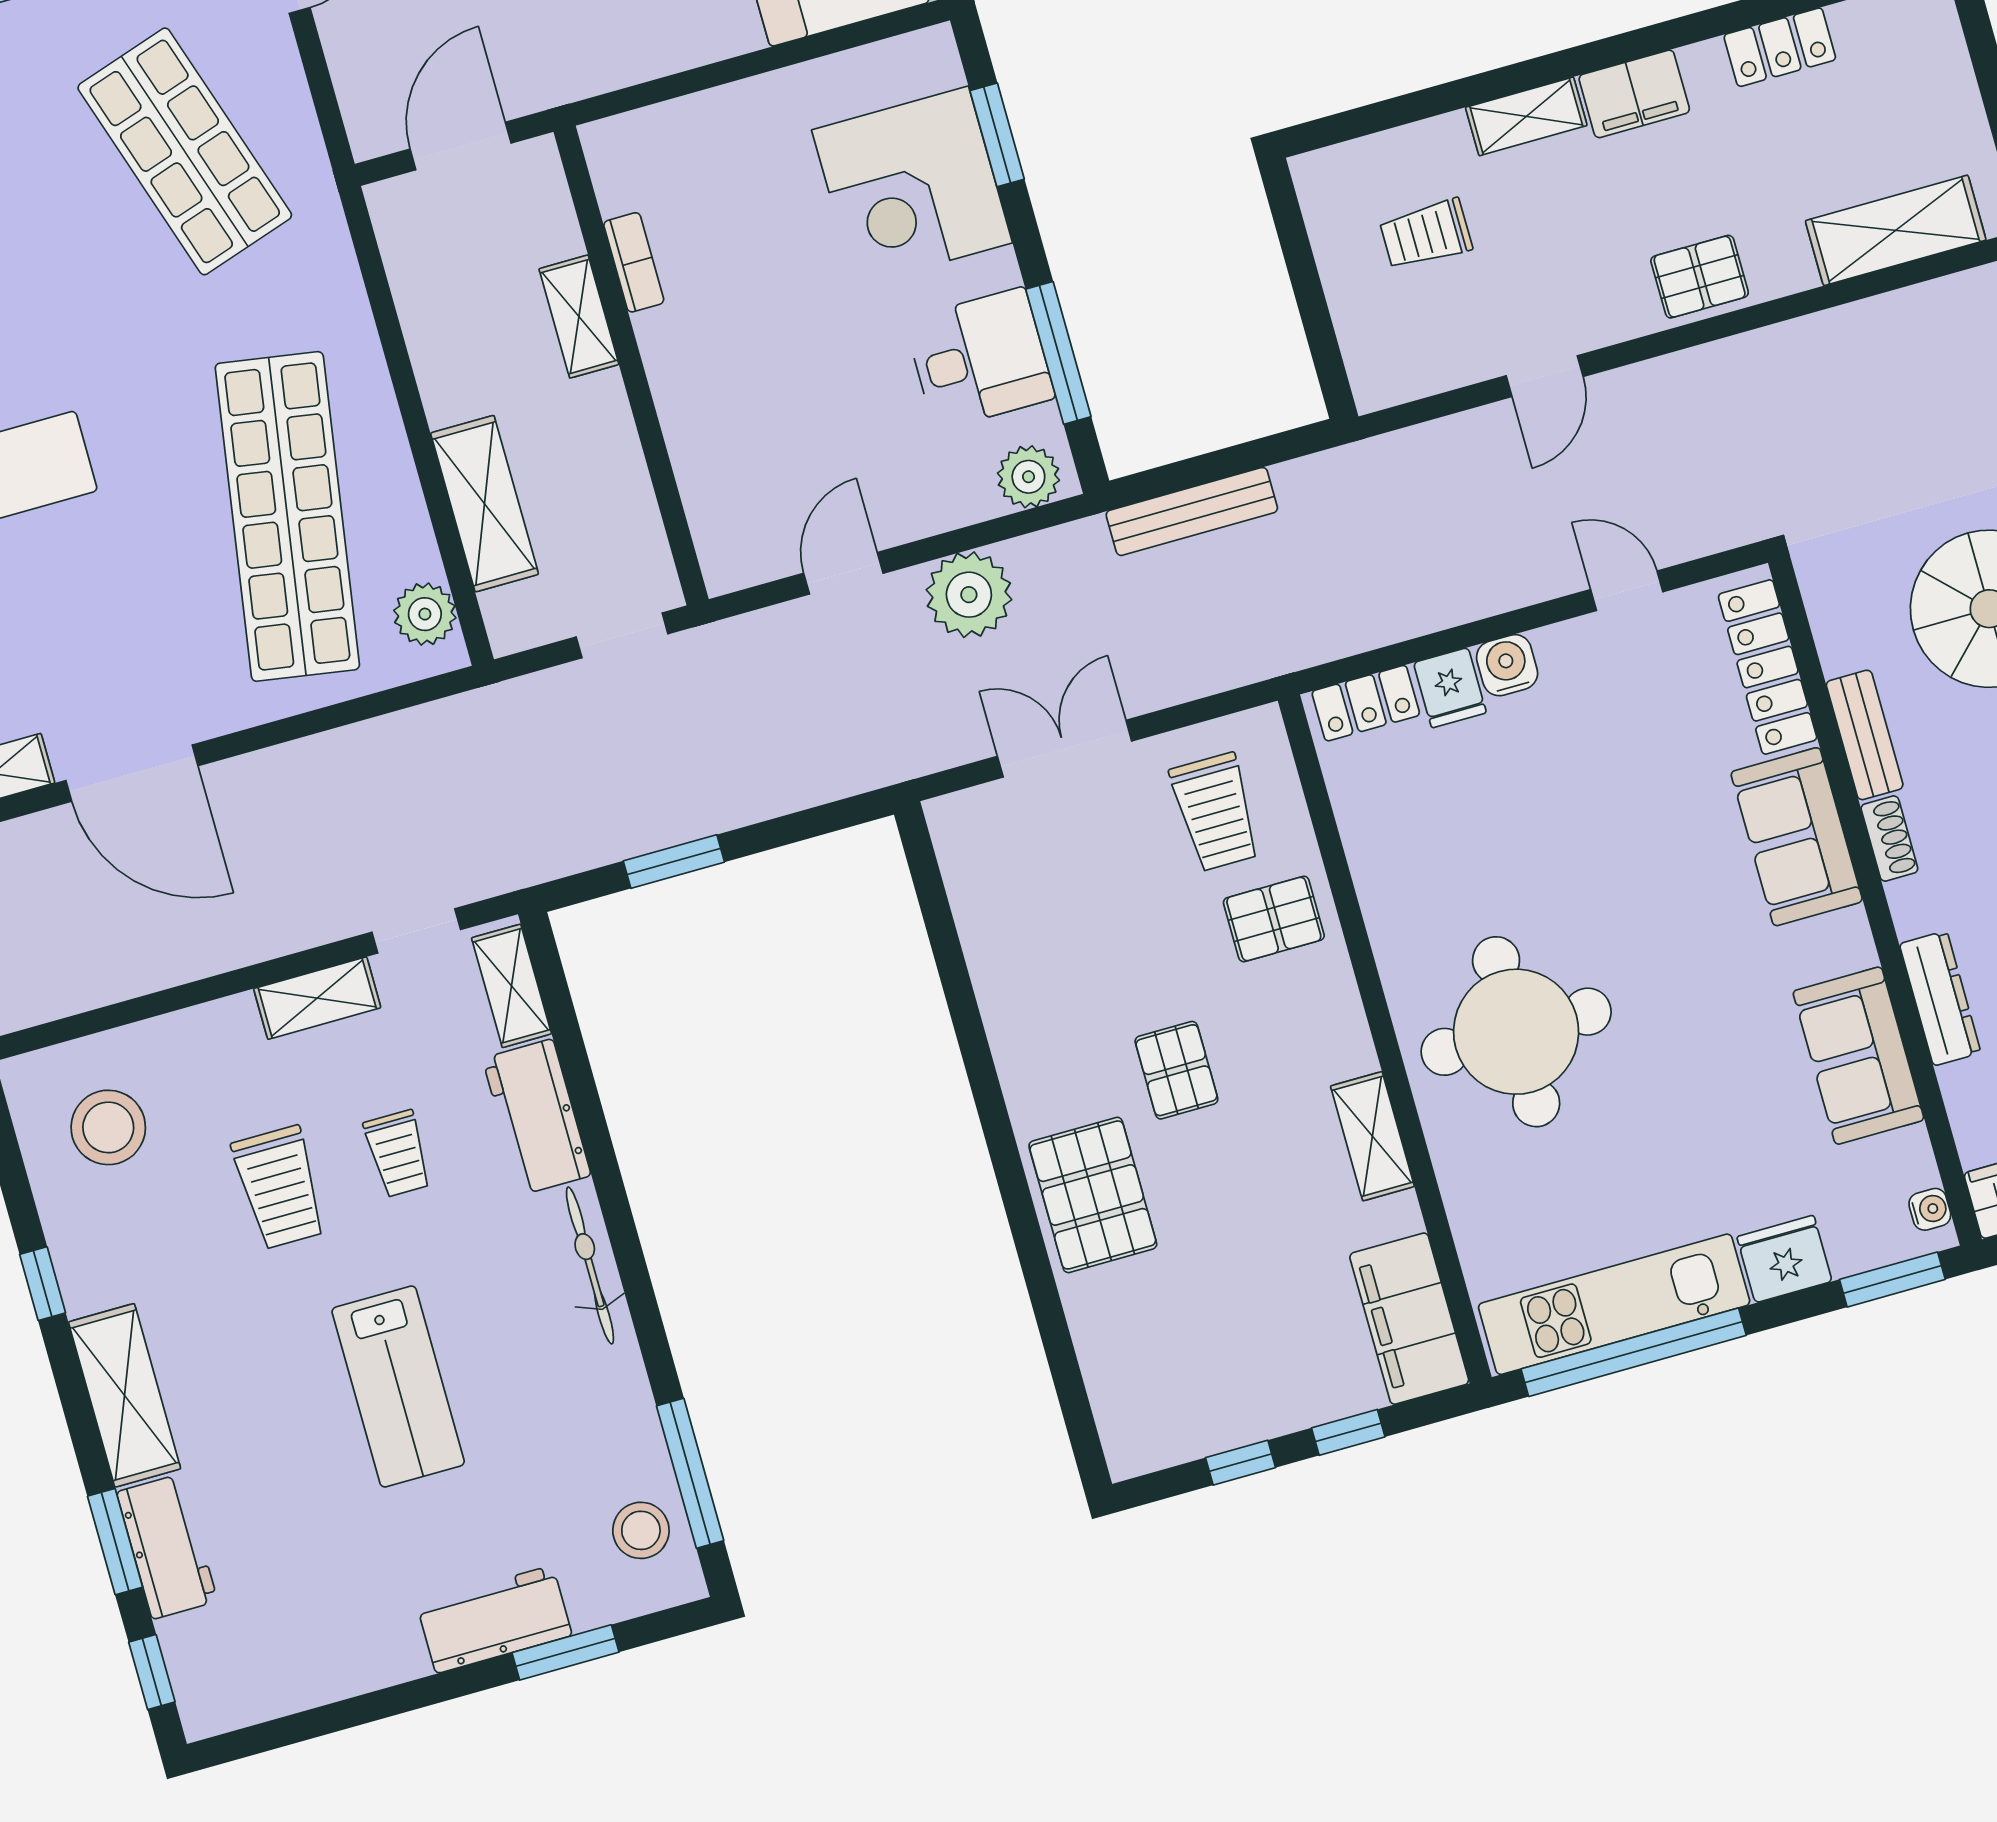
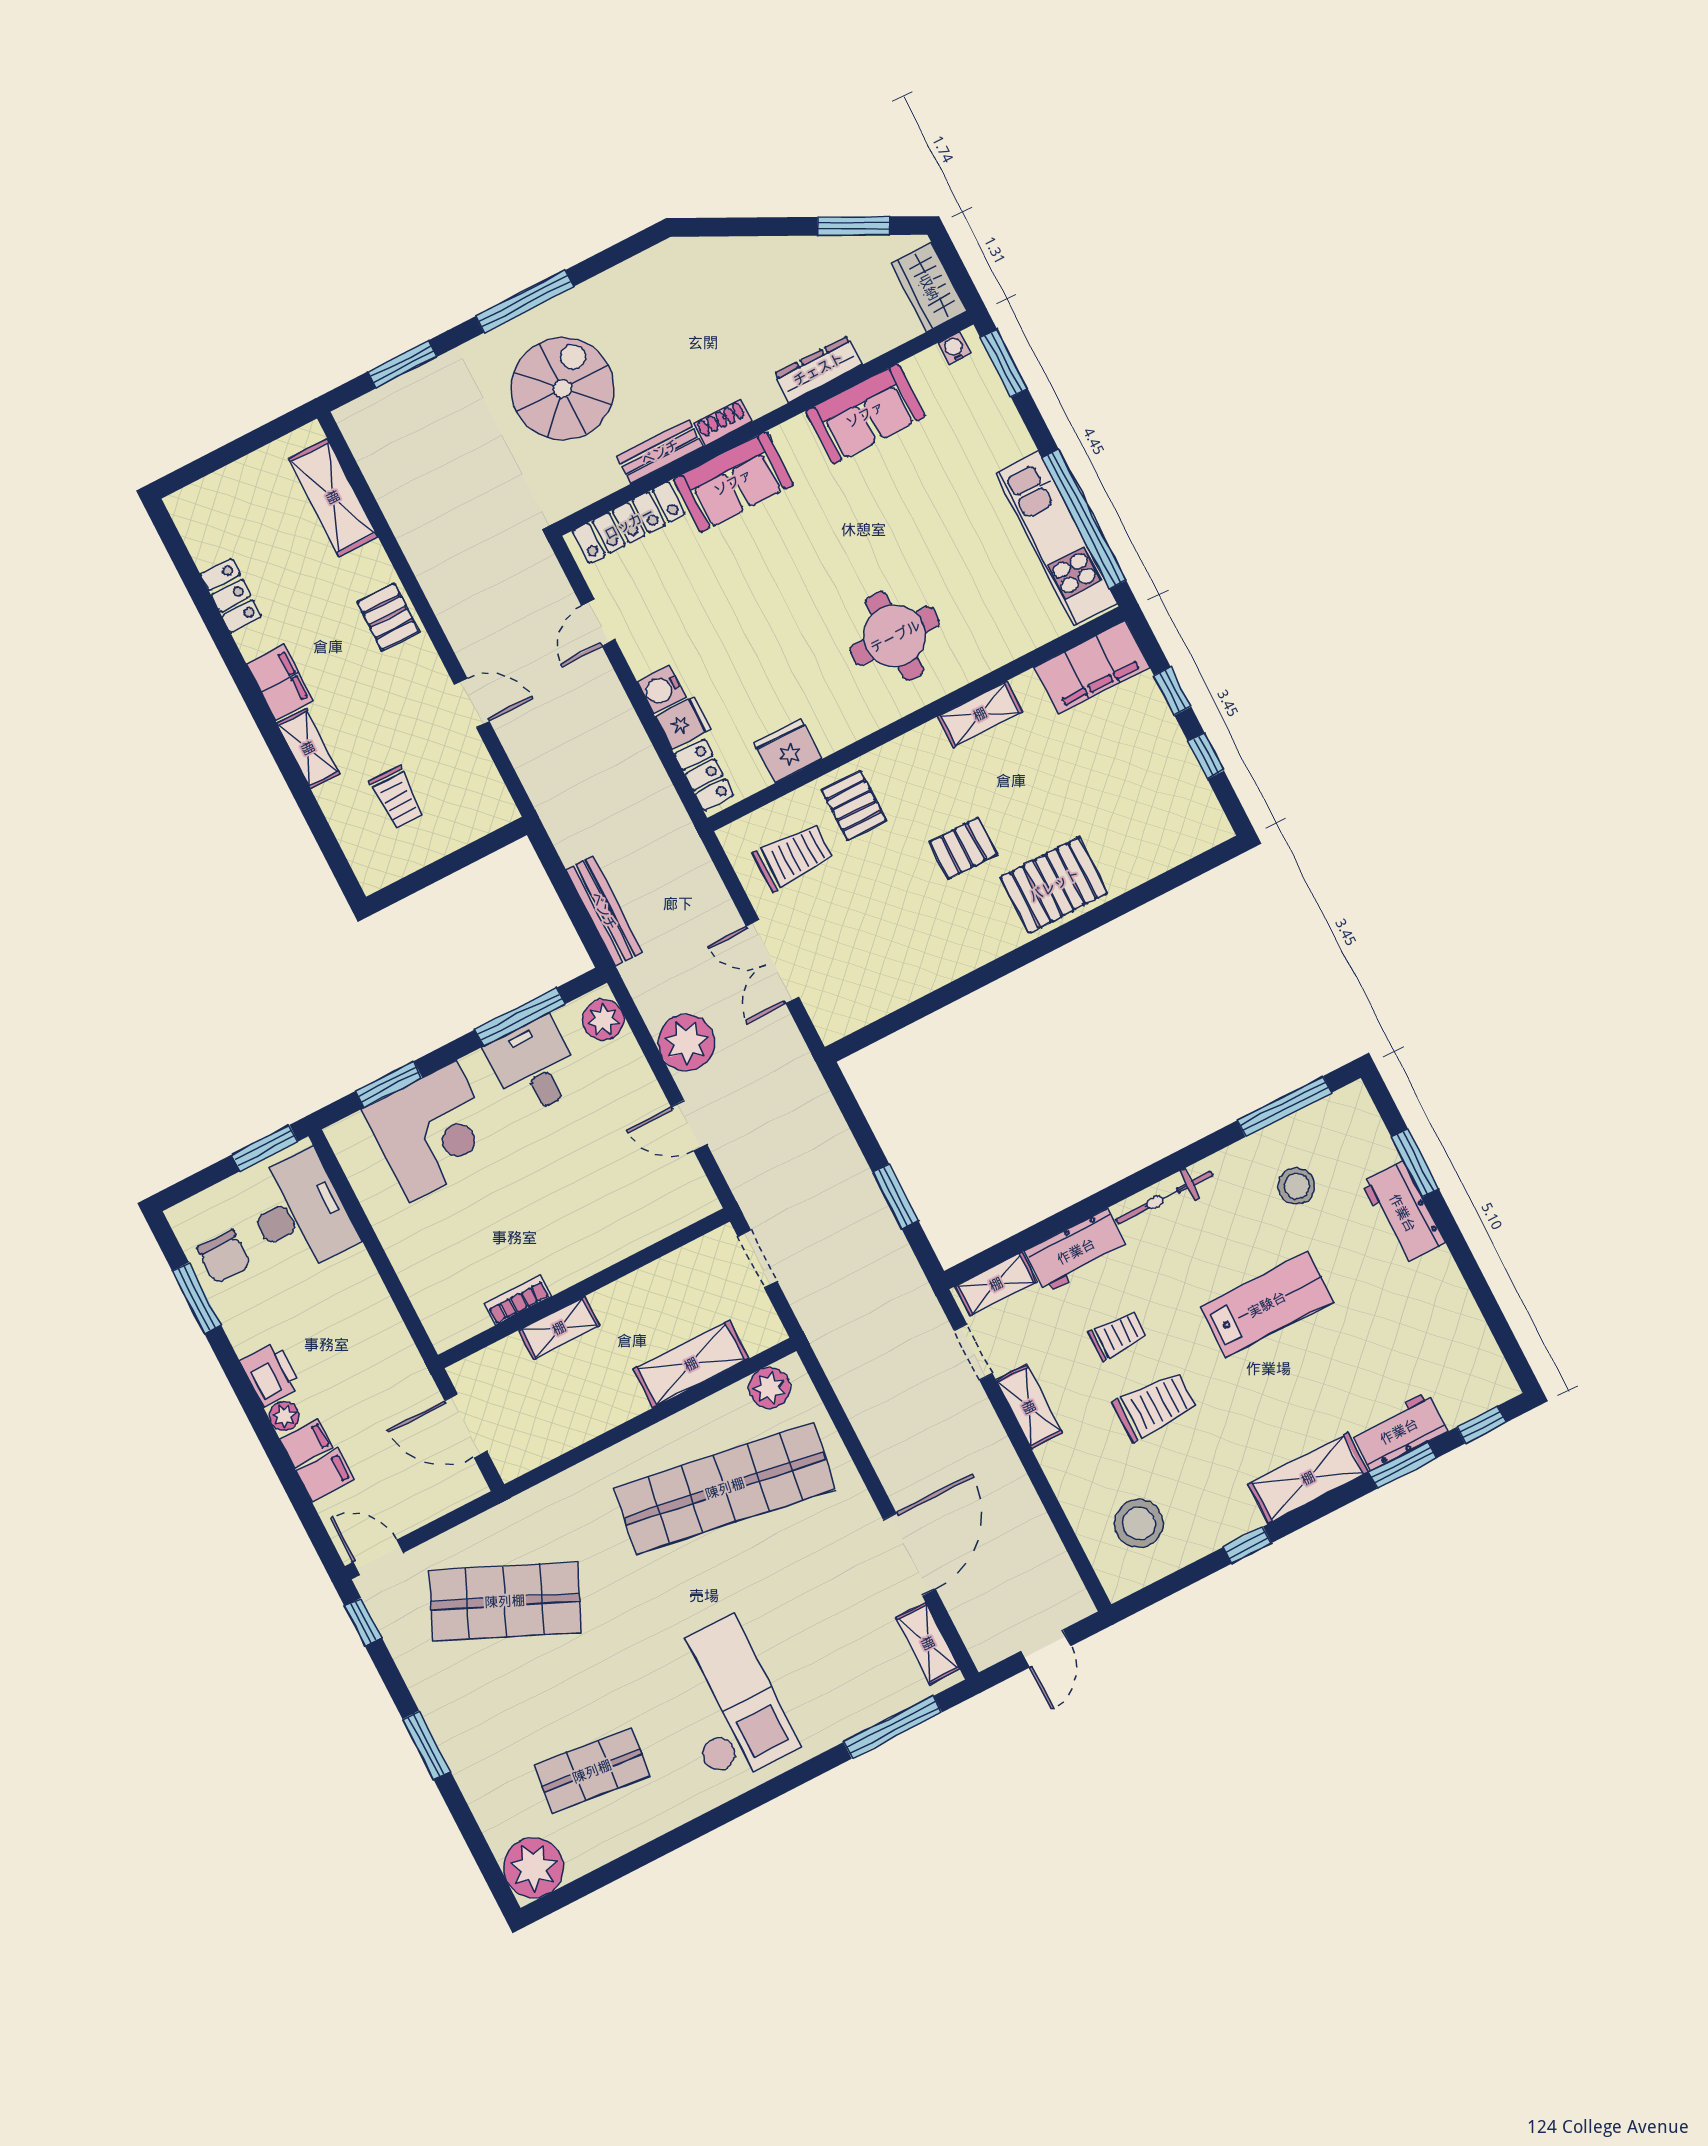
shop shelf: (185, 151) -> (505, 1601), turned 42
round table: (1516, 1032) -> (895, 636), width x0.73, depth x0.73
fridge: (1784, 1259) -> (788, 751), moved, turned 90
stool: (641, 1530) -> (1297, 1186), moved

